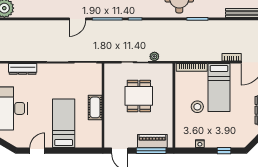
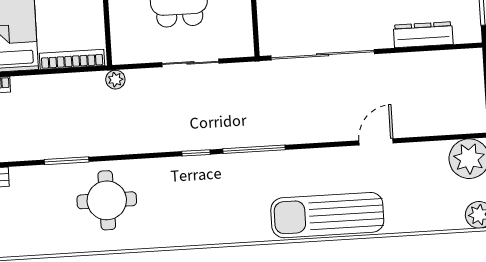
door: (77, 19) -> (376, 142), moved
plant: (154, 56) -> (115, 80), moved

